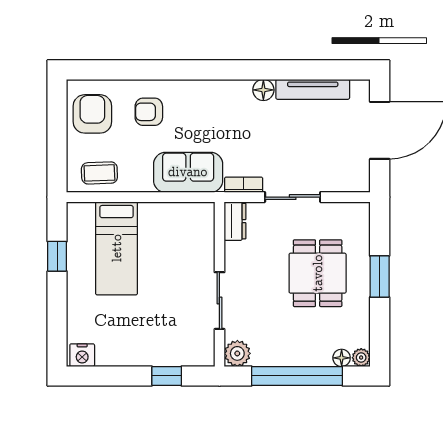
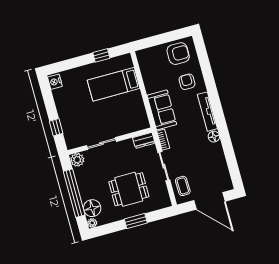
tv unit: (313, 89) -> (207, 112), moved
coffee table: (99, 173) -> (183, 186), moved
floor lamp: (342, 358) -> (92, 208), width x1.89, depth x1.89

